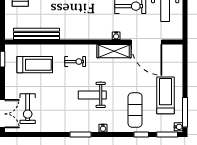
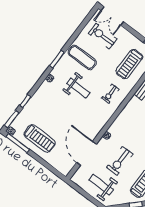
door: (146, 42) -> (87, 153), hinge flipped
shelving: (114, 51) -> (97, 126), removed
weight bench: (92, 95) -> (78, 88), turned 90
exercise mat: (135, 110) -> (82, 57), moved

